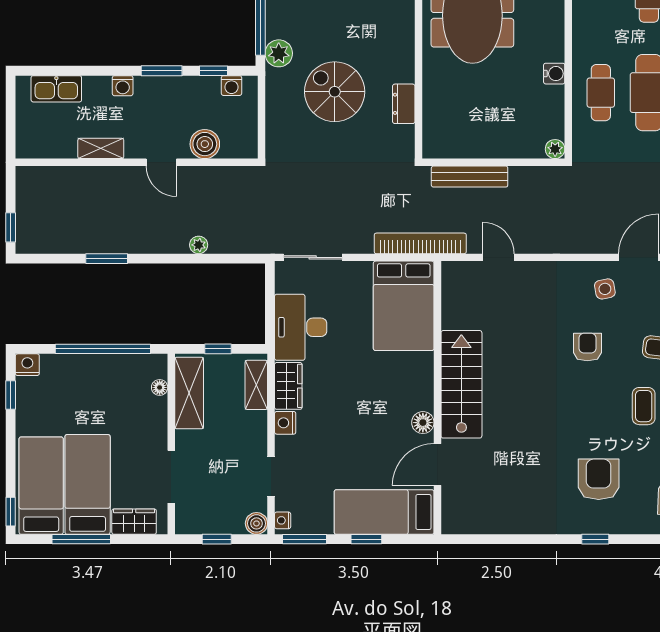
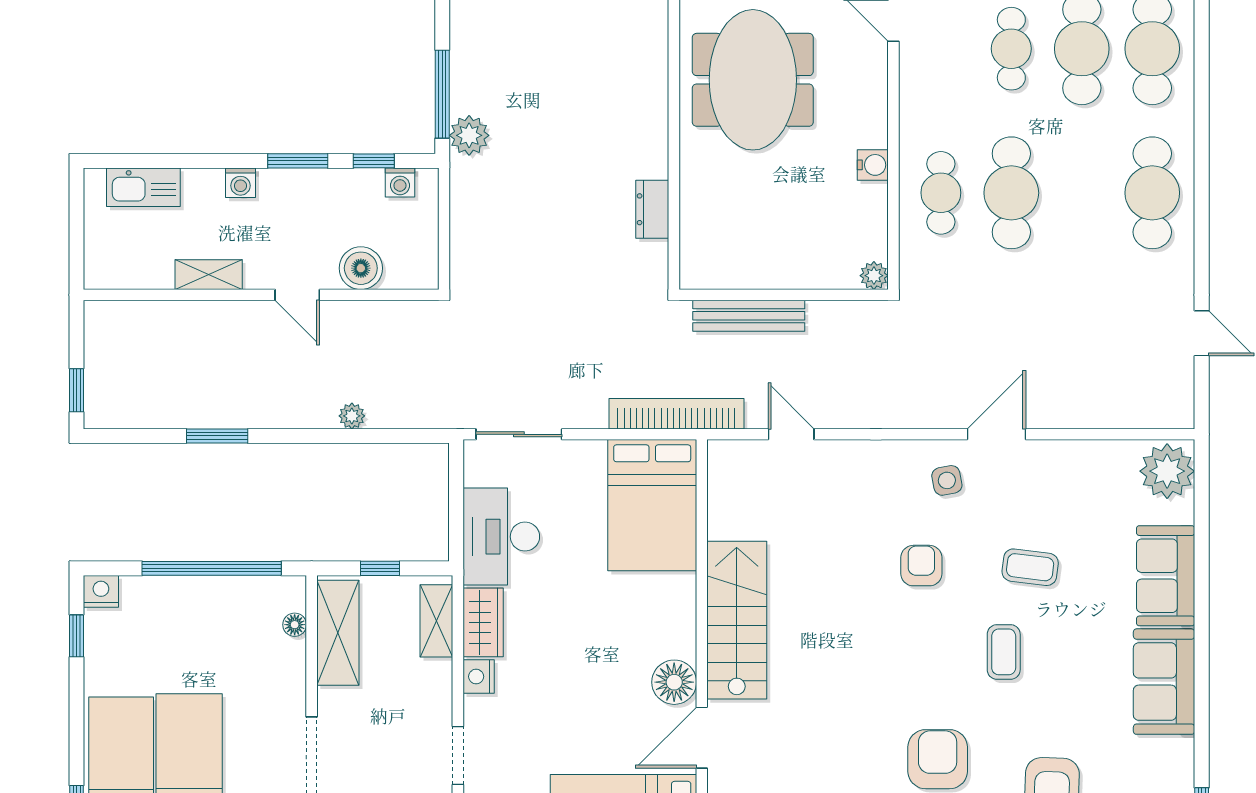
spiral stairs: (335, 92) -> (551, 192), removed
floor lamp: (423, 423) -> (674, 682), width x1.38, depth x1.38

